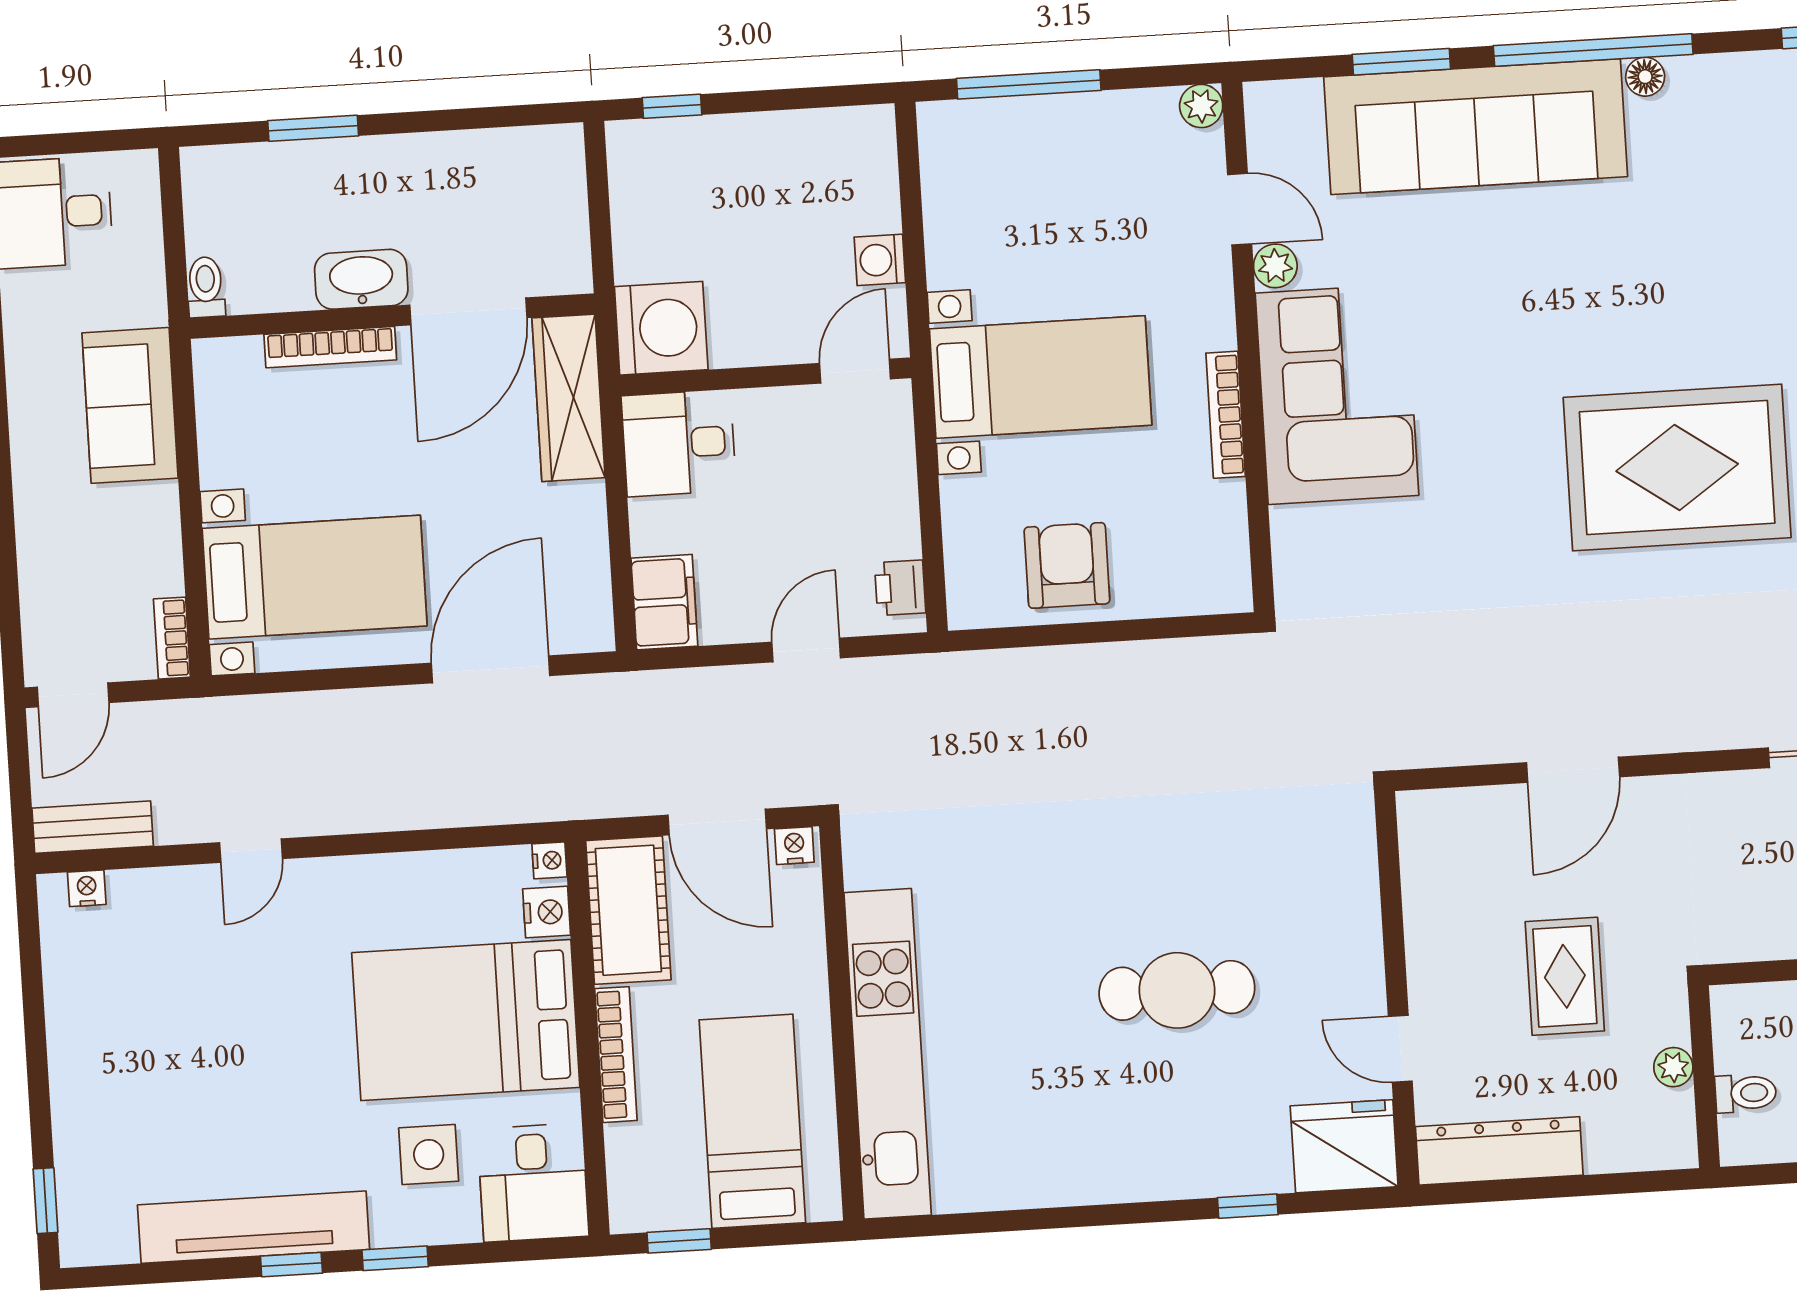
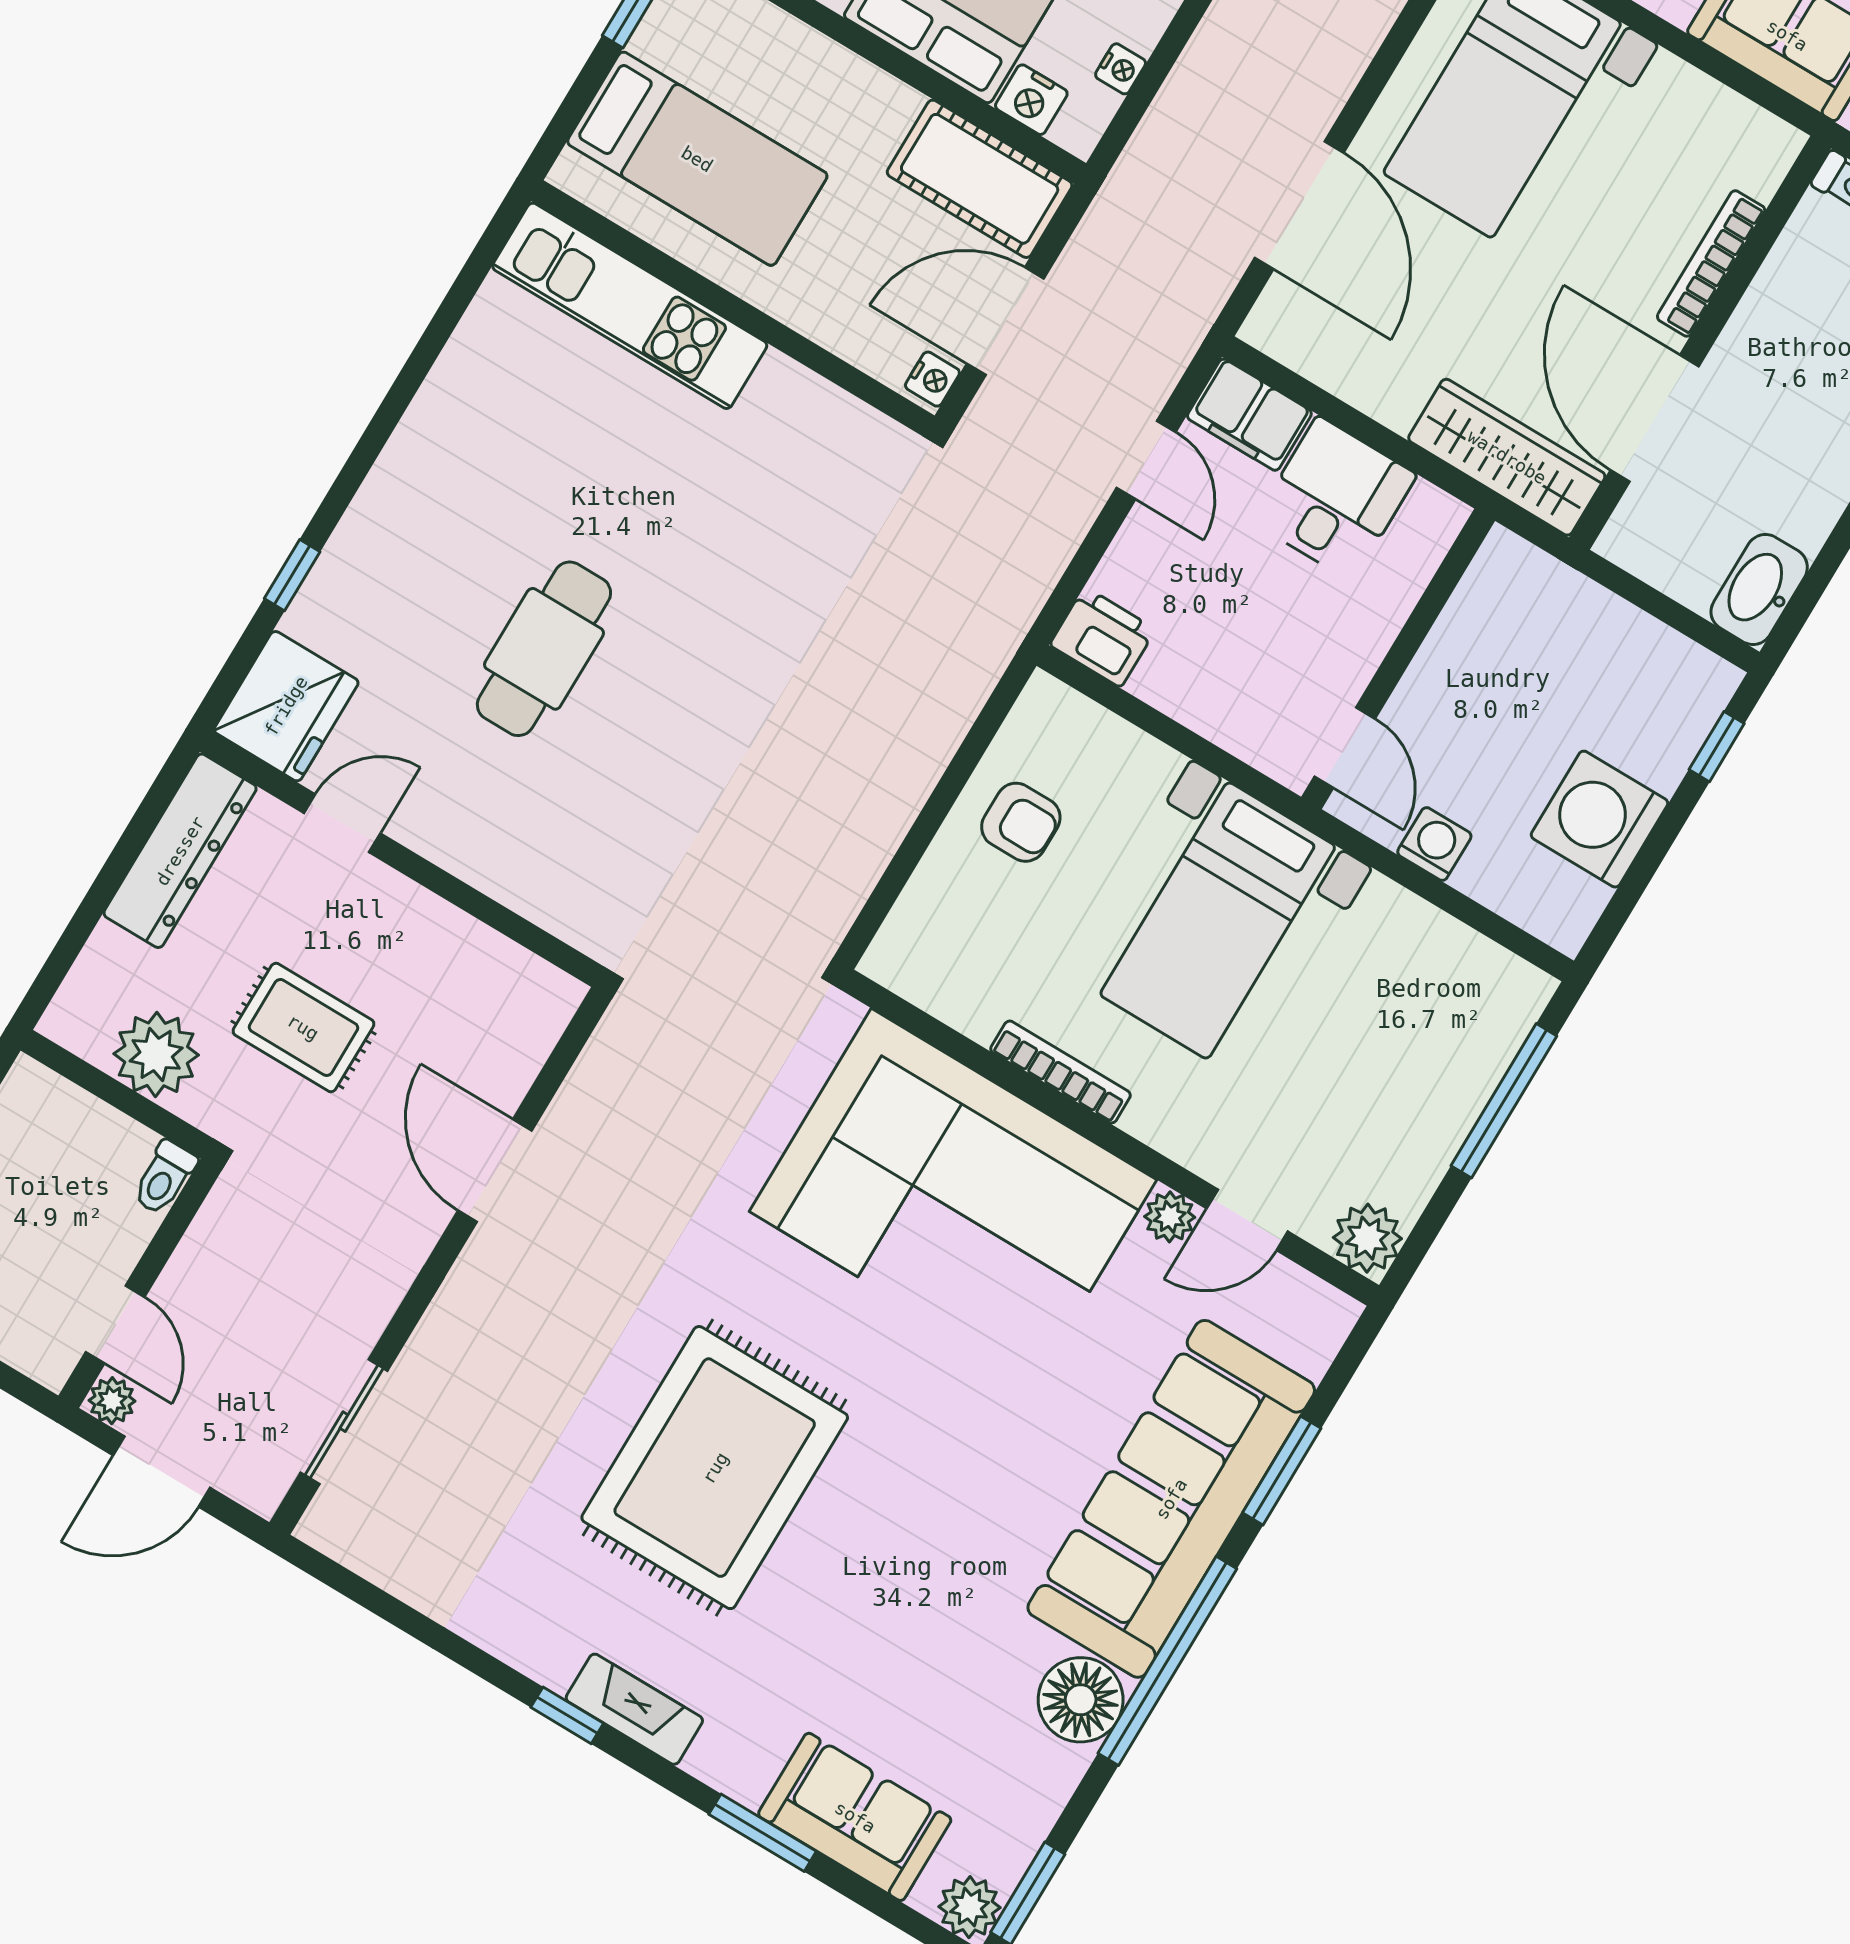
floor lamp: (1645, 77) -> (1081, 1700), width x1.89, depth x1.89
plant: (1201, 106) -> (1367, 1238), width x1.38, depth x1.38
washbasin: (361, 279) -> (1759, 589), moved, turned 180
washing machine: (661, 328) -> (1600, 819), moved, turned 90
corner sofa: (1337, 394) -> (953, 1196), width x1.36, depth x1.36
desk: (679, 443) -> (1335, 499), moved
armchair: (1067, 565) -> (1021, 822), width x0.72, depth x0.72
printer: (900, 588) -> (1103, 637), width x1.36, depth x1.24
door: (806, 650) -> (1146, 460), moved
nightstand: (549, 860) -> (1121, 69), moved, turned -90
kitchen unit: (888, 1054) -> (630, 306), width x0.73
bookcase: (616, 1055) -> (850, 72), removed
plant: (1673, 1067) -> (156, 1054), width x1.88, depth x1.88
toilet: (1746, 1093) -> (164, 1178), moved

